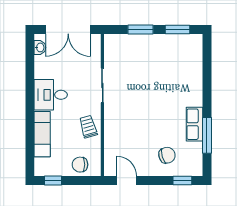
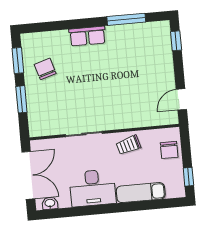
desk: (51, 95) -> (93, 188), width x1.37
row of seats: (194, 124) -> (87, 36), moved
chair: (167, 155) -> (45, 69), moved

